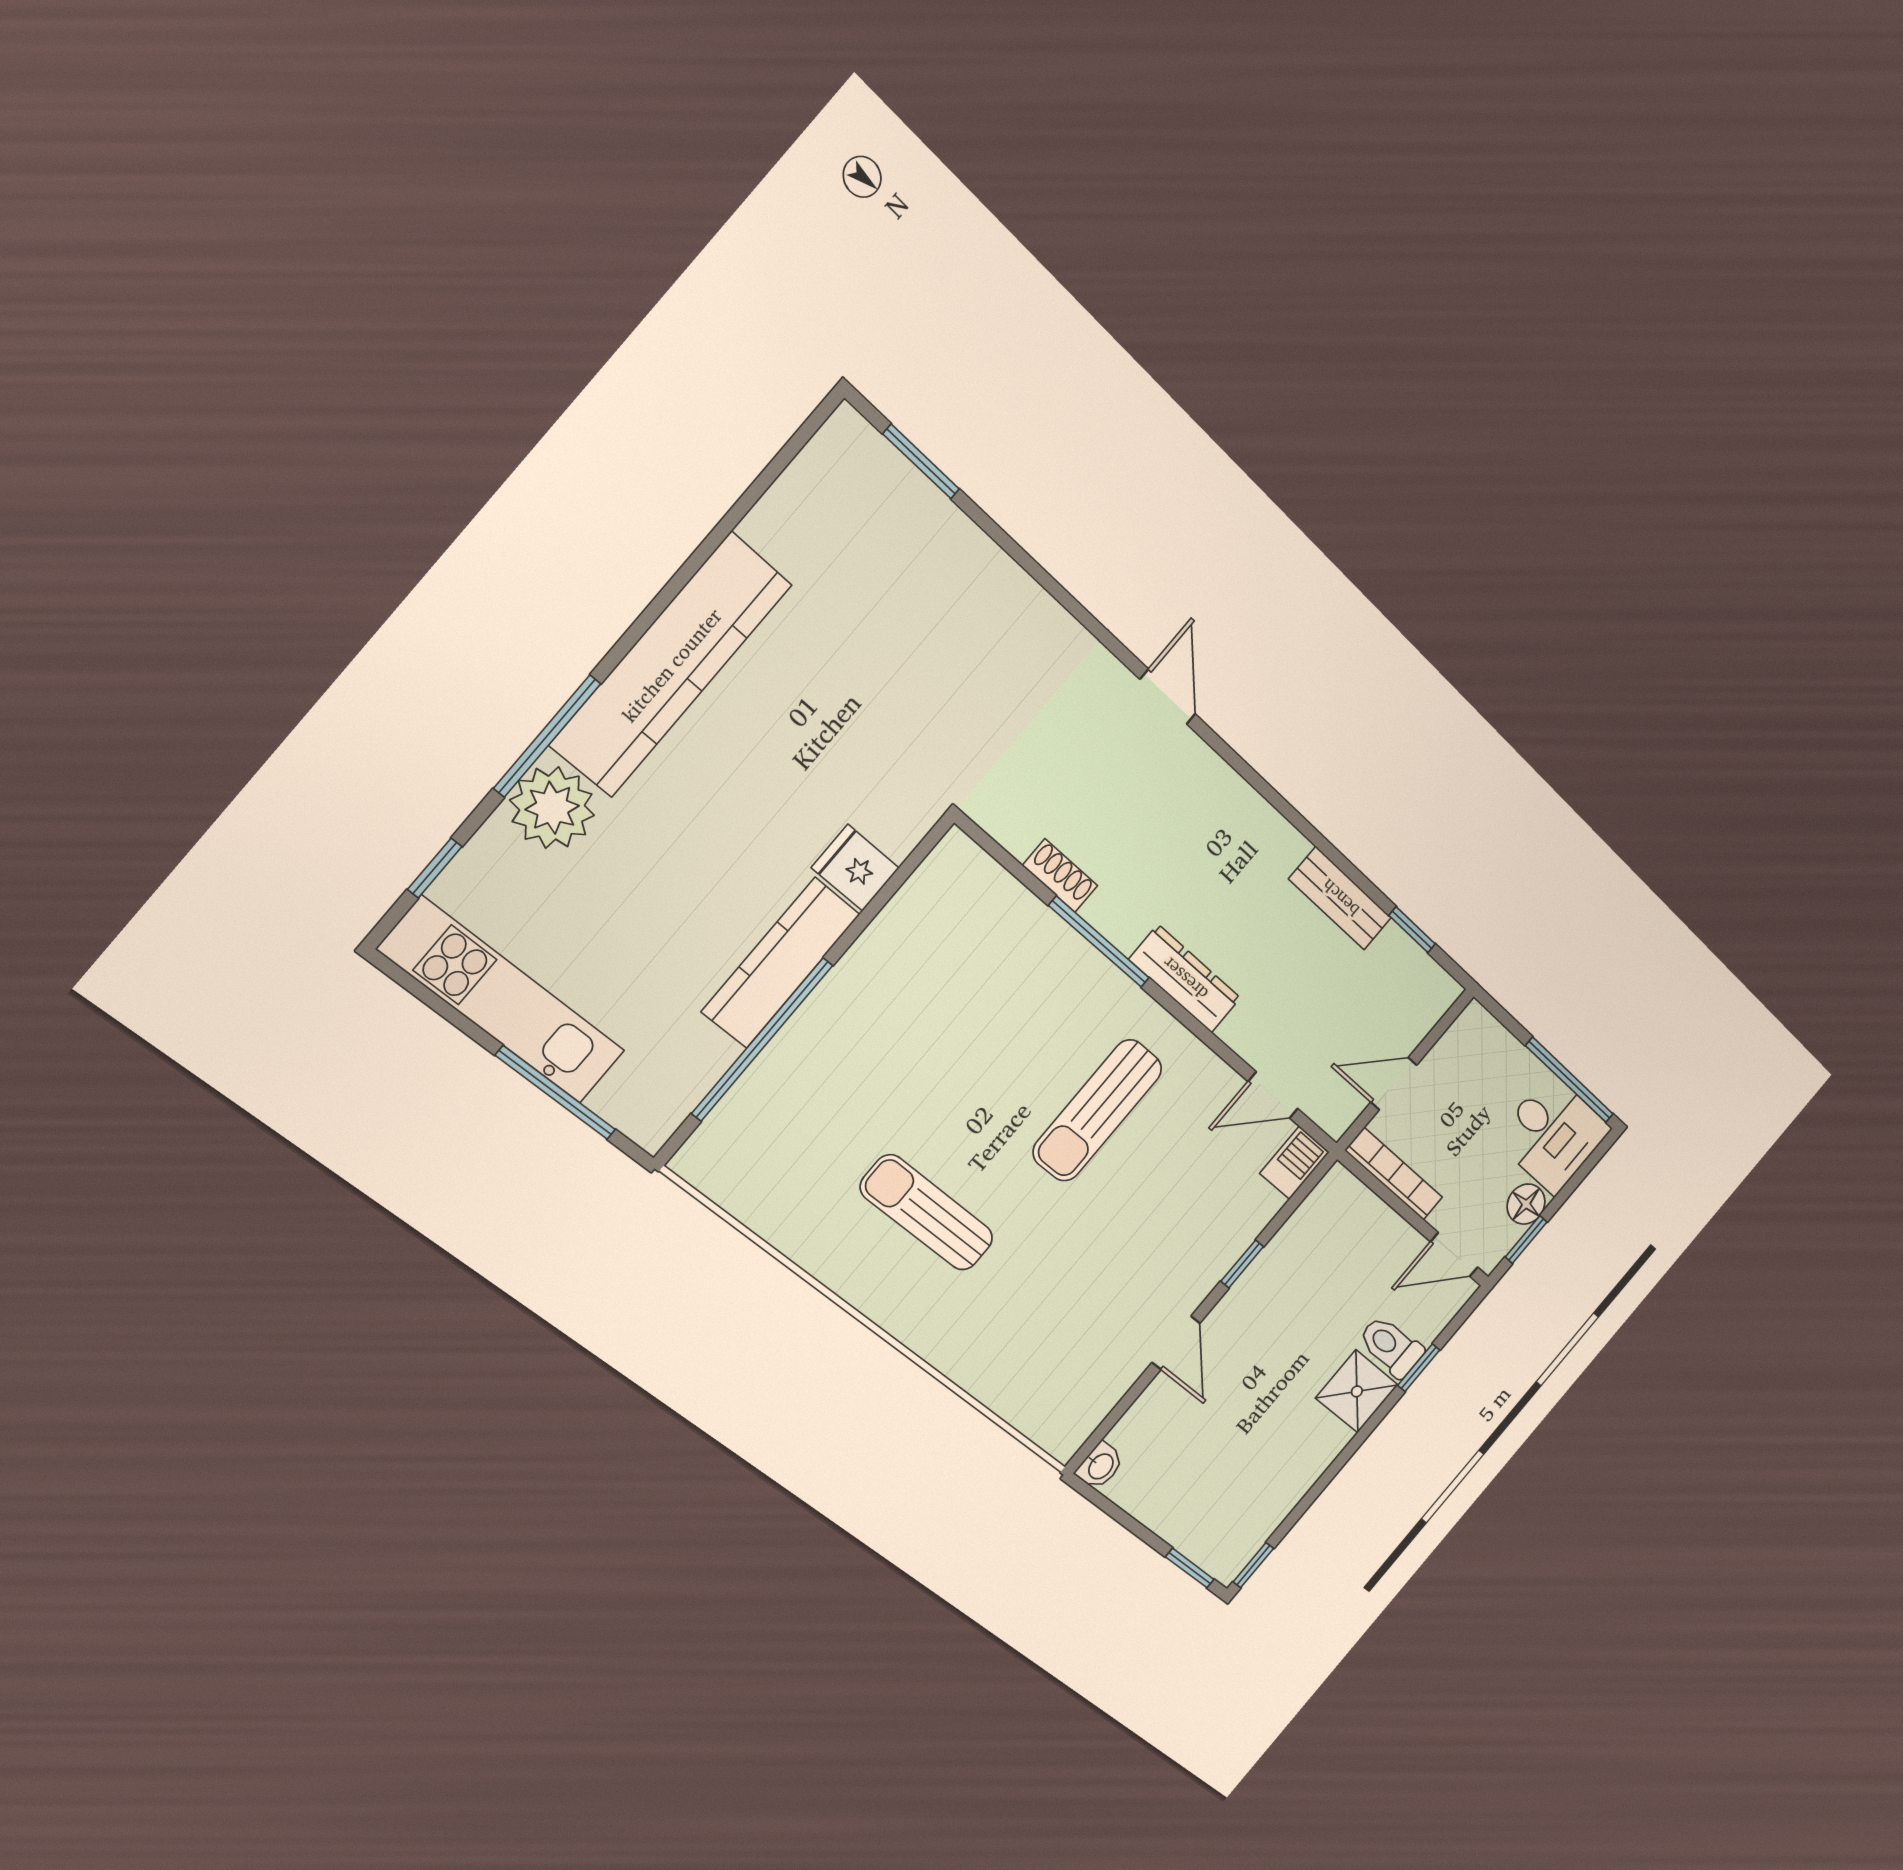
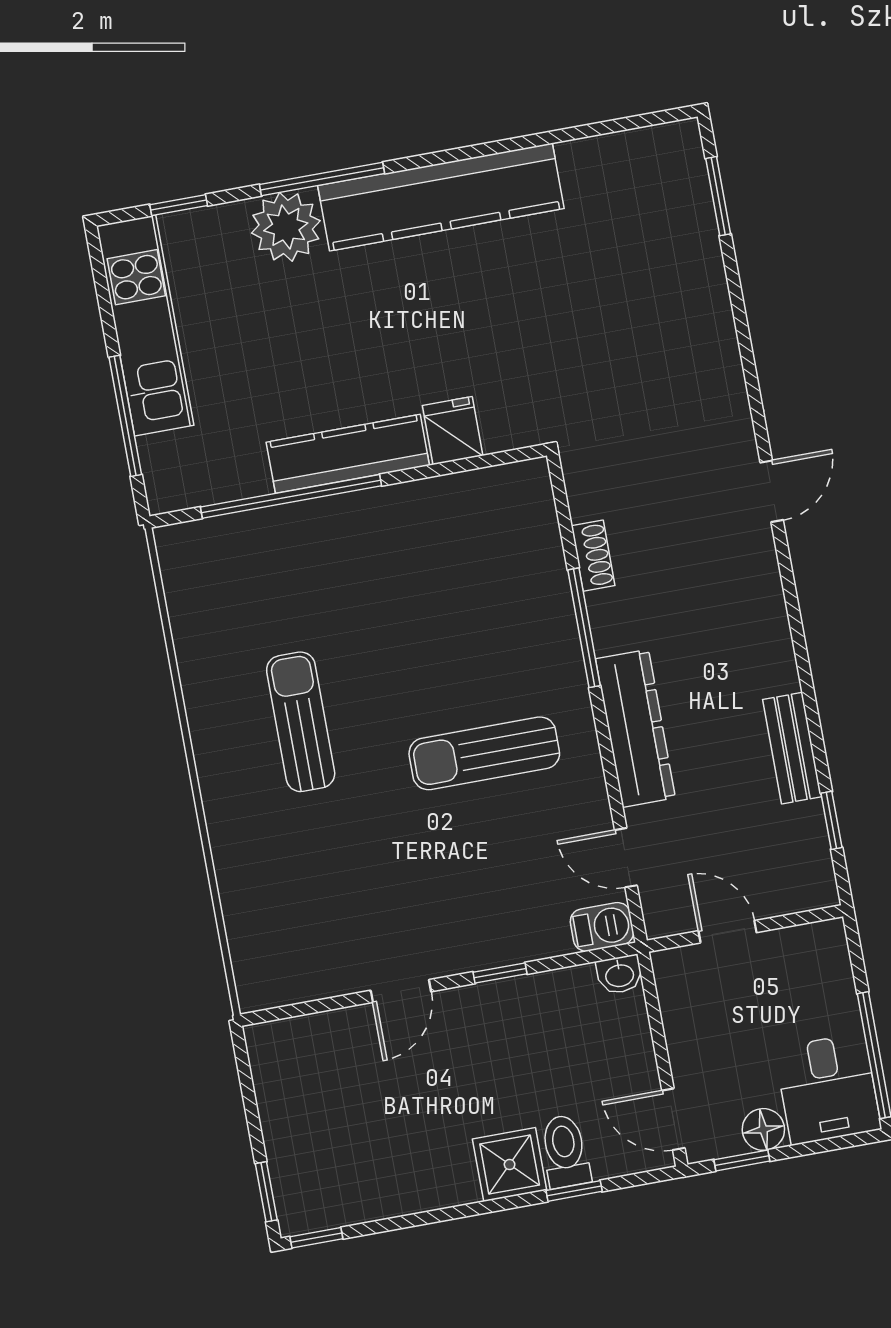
dresser: (1185, 979) -> (635, 728), width x1.37, depth x1.24
bookcase: (1394, 1174) -> (674, 1006), removed
washbasin: (1100, 1466) -> (620, 975), moved

